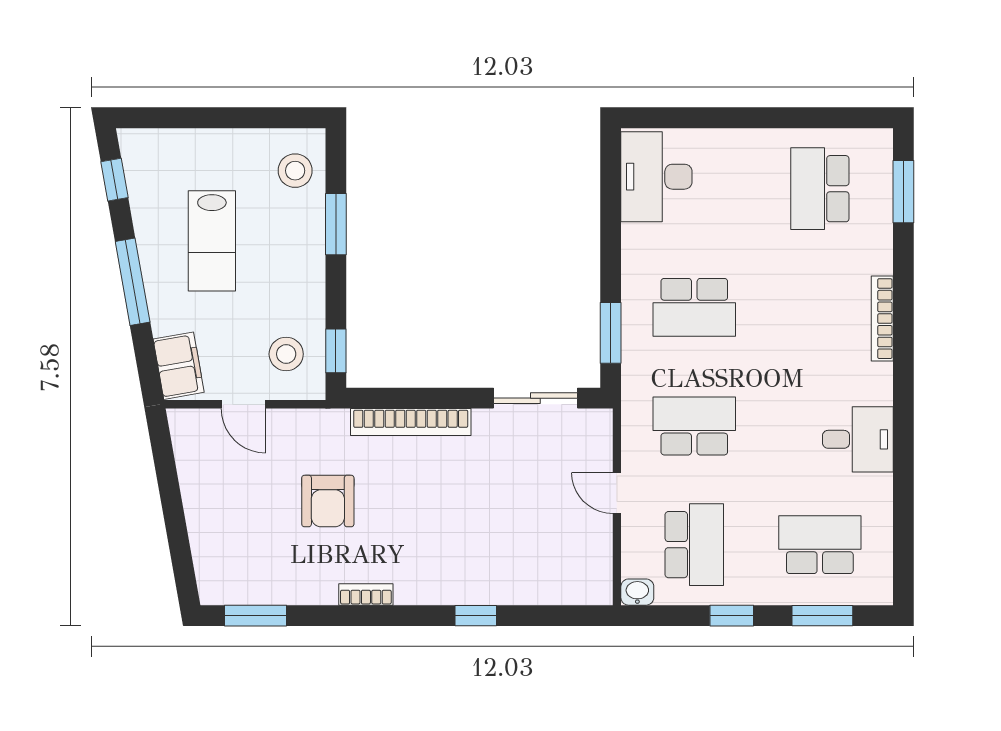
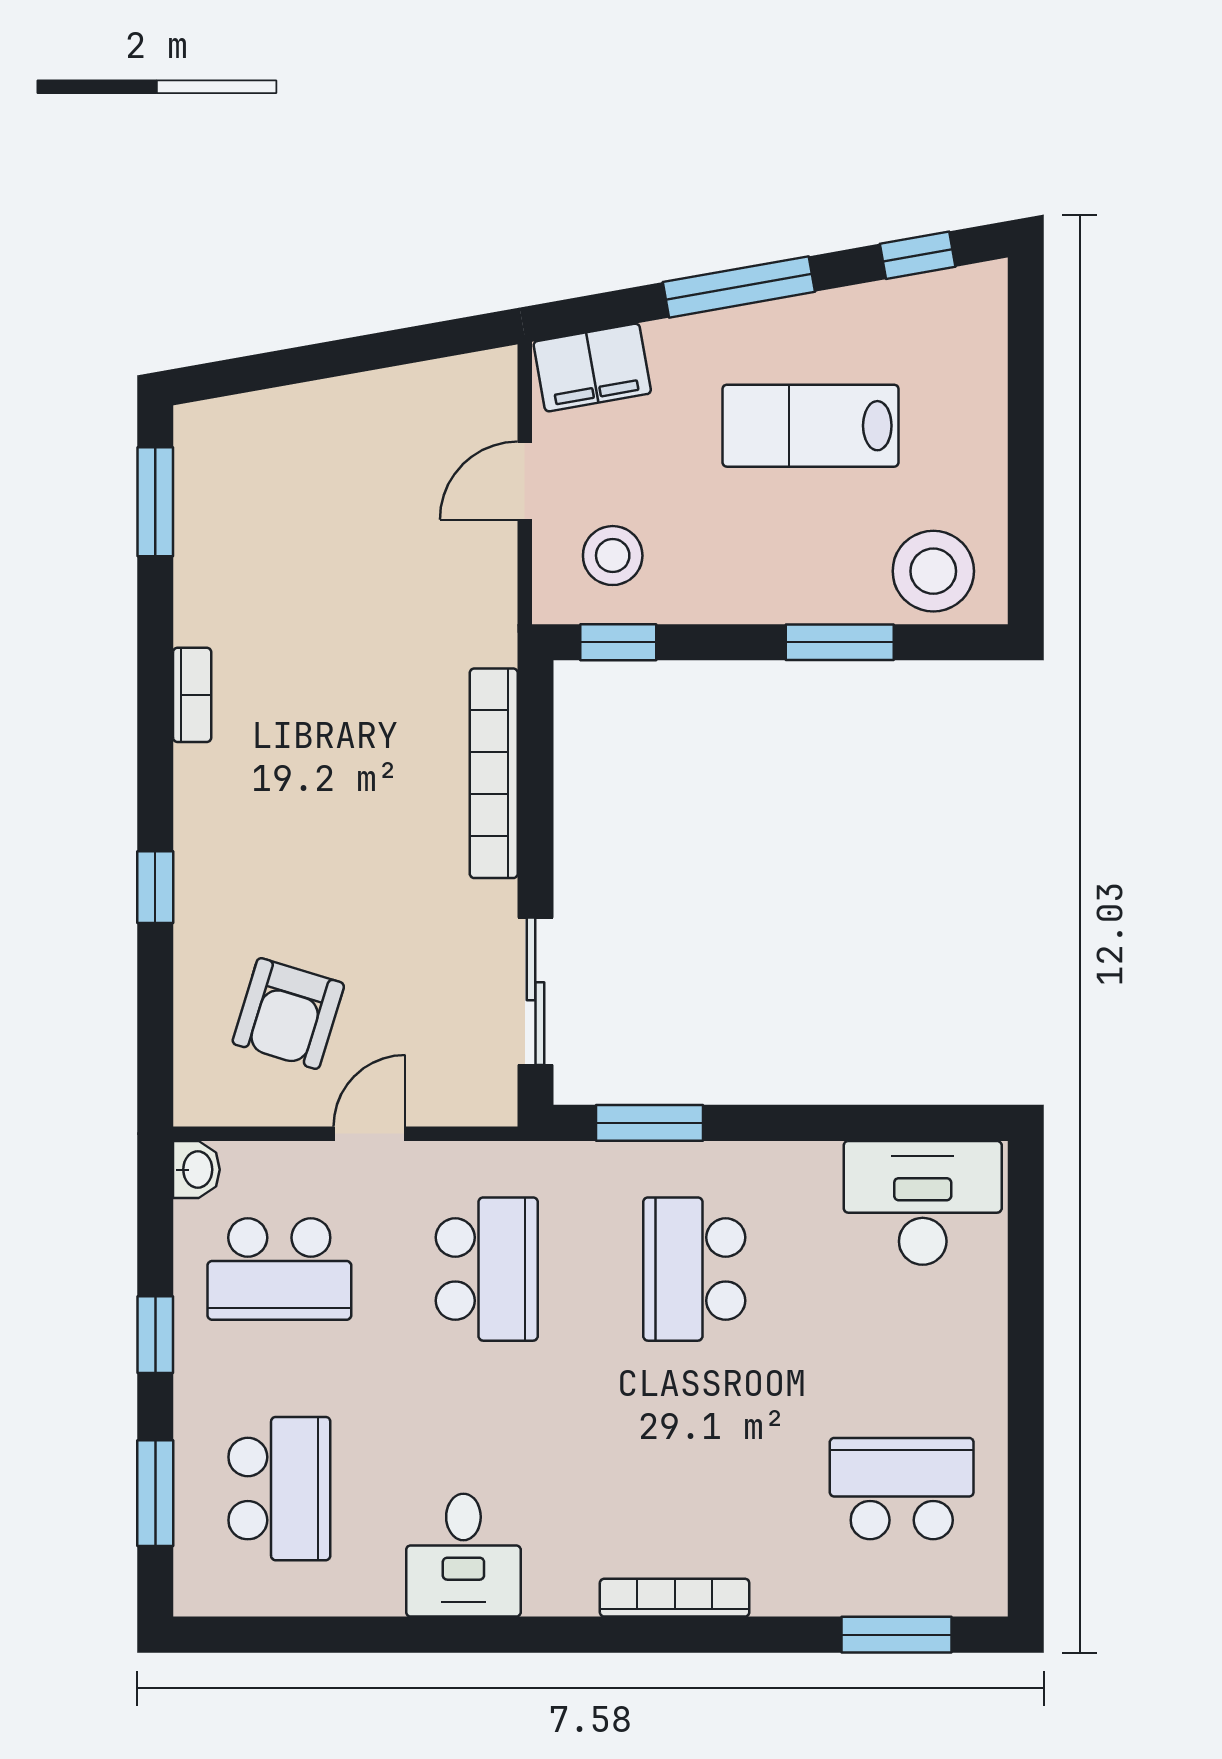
stool: (295, 171) -> (933, 571), width x1.38, depth x1.38
armchair: (328, 501) -> (288, 1014), moved, turned -73

